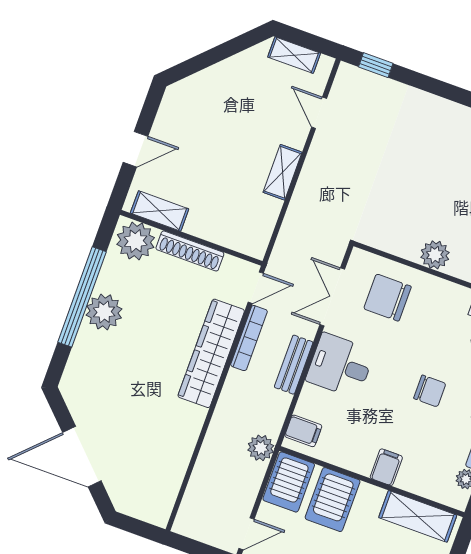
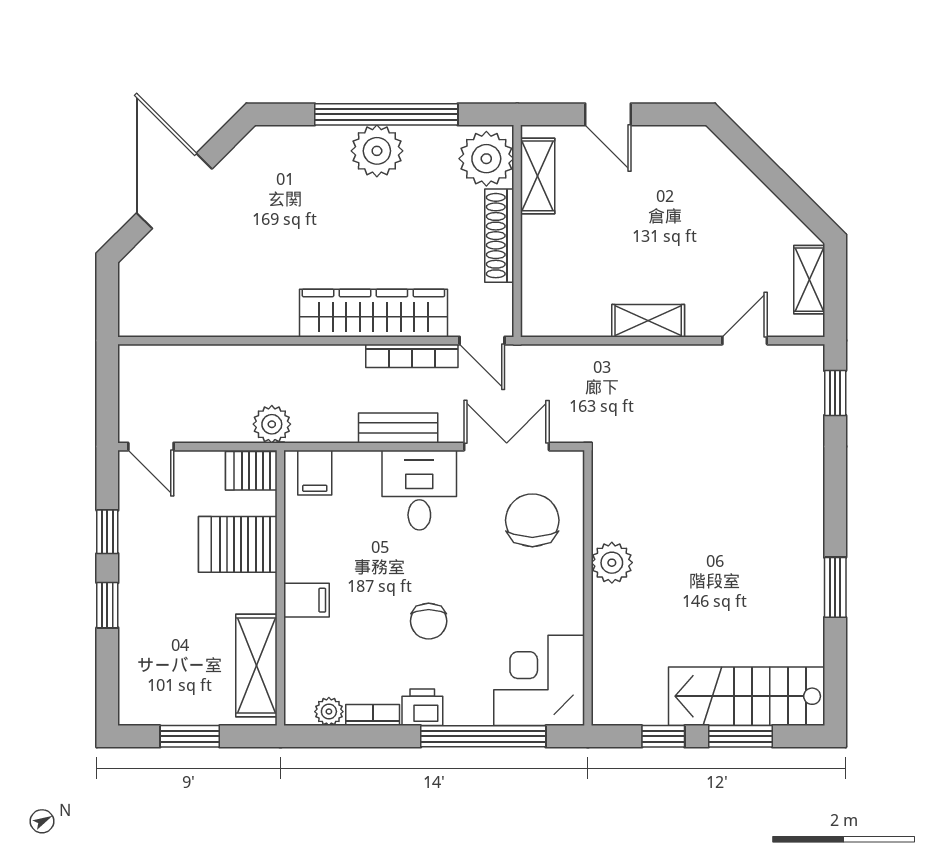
server rack: (289, 482) -> (251, 471), width x0.73, depth x0.70

